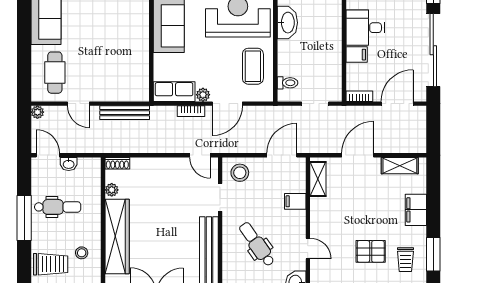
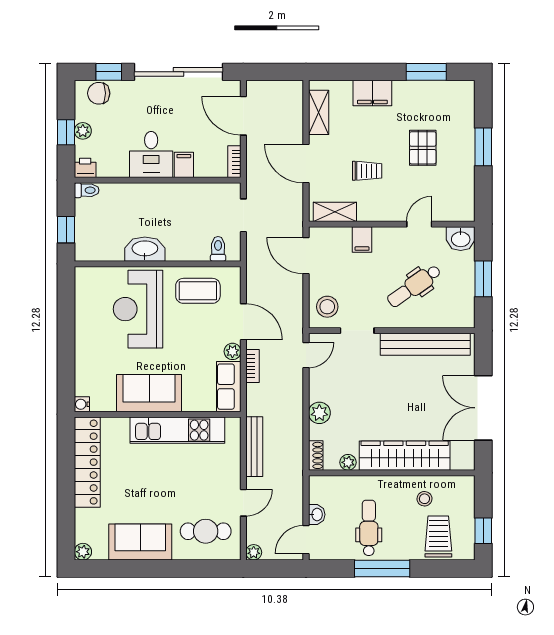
kitchen unit: (138, 49) -> (177, 430), added
plant: (152, 166) -> (319, 413), added
trolley: (405, 260) -> (367, 171), moved

